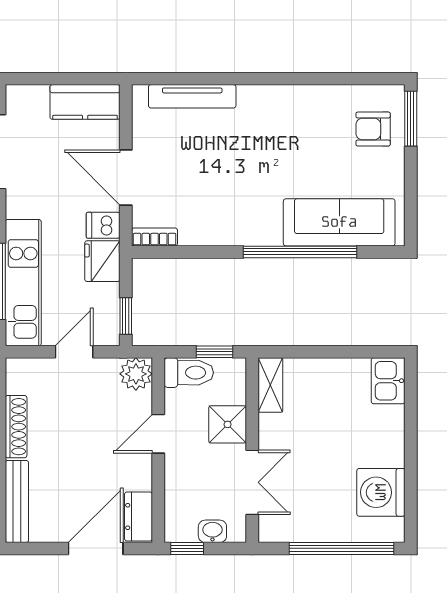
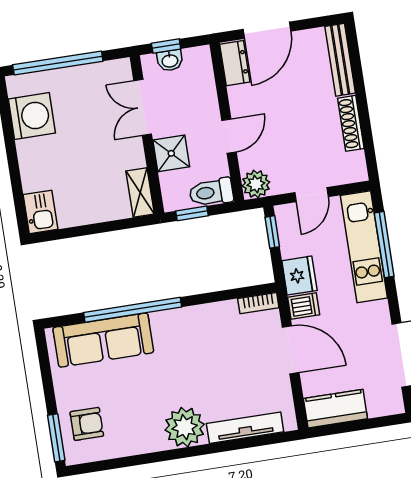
plant: (261, 108) -> (185, 427), added
window: (187, 548) -> (166, 46), moved

